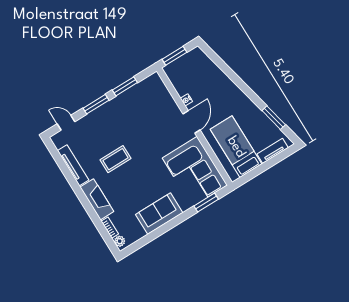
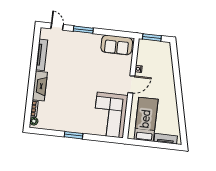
window: (125, 86) -> (109, 32), removed
window: (274, 118) -> (182, 120), removed
coffee table: (116, 159) -> (69, 71), removed
window: (206, 203) -> (74, 135), moved
sofa: (159, 214) -> (117, 45), moved, turned 180

